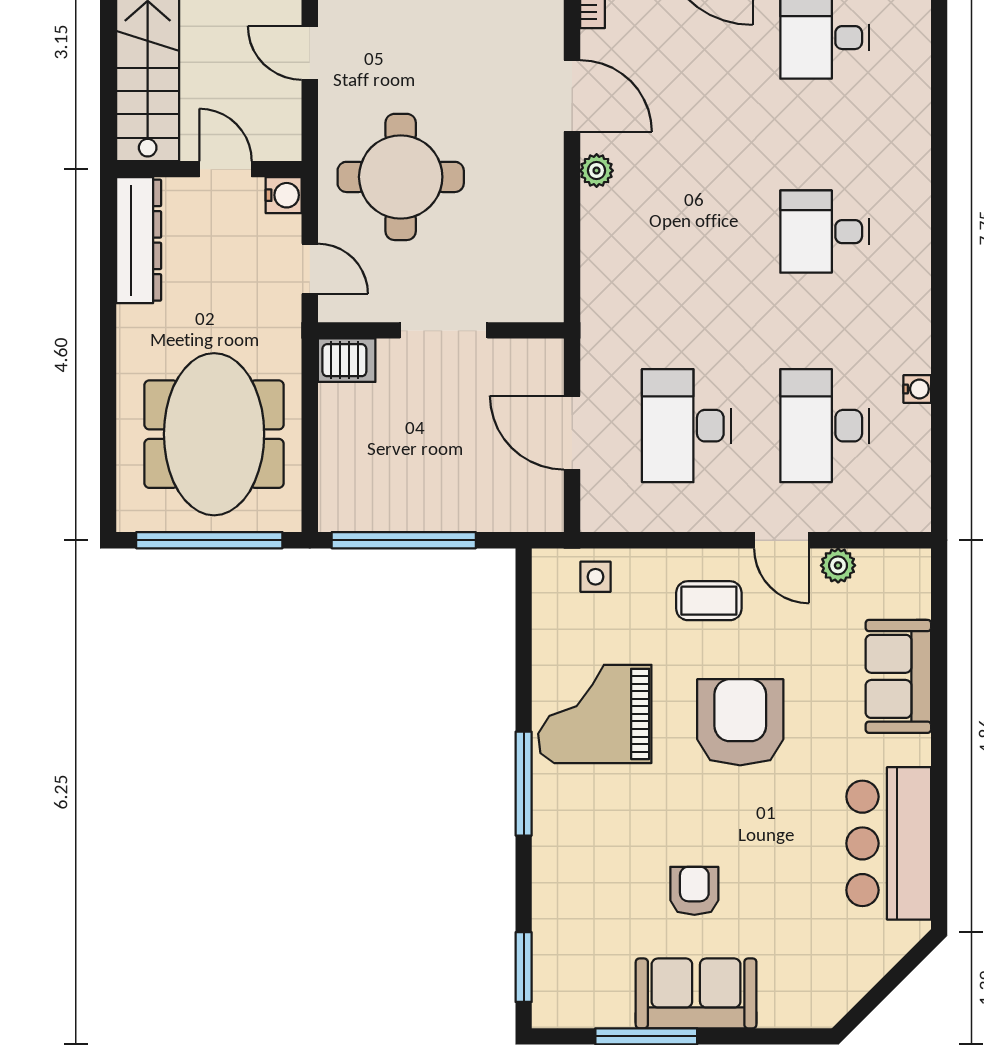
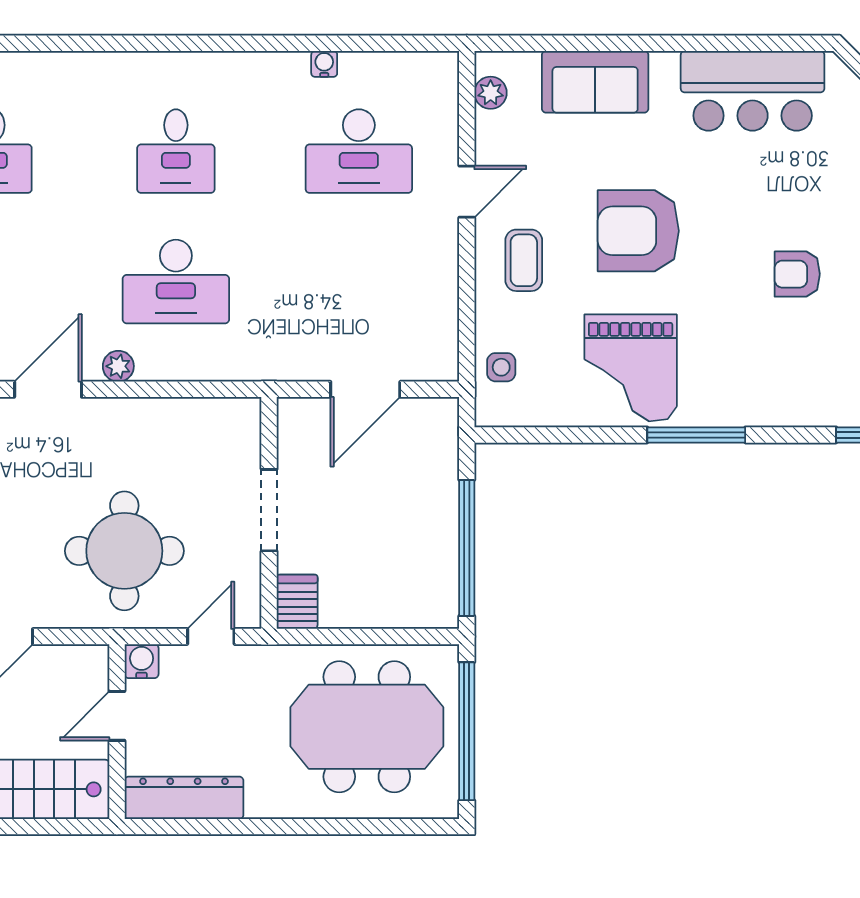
desk: (686, 426) -> (176, 282), moved
plant: (838, 565) -> (491, 93), moved

